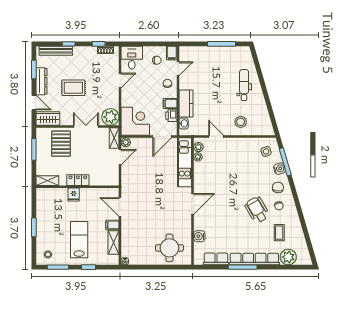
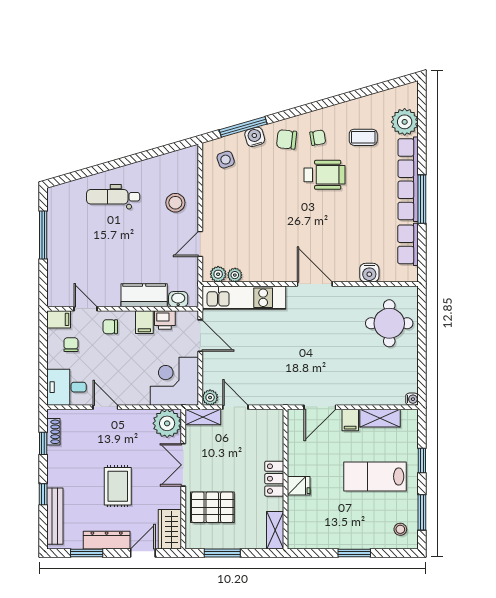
wheelchair: (257, 210) -> (324, 175), turned -150

